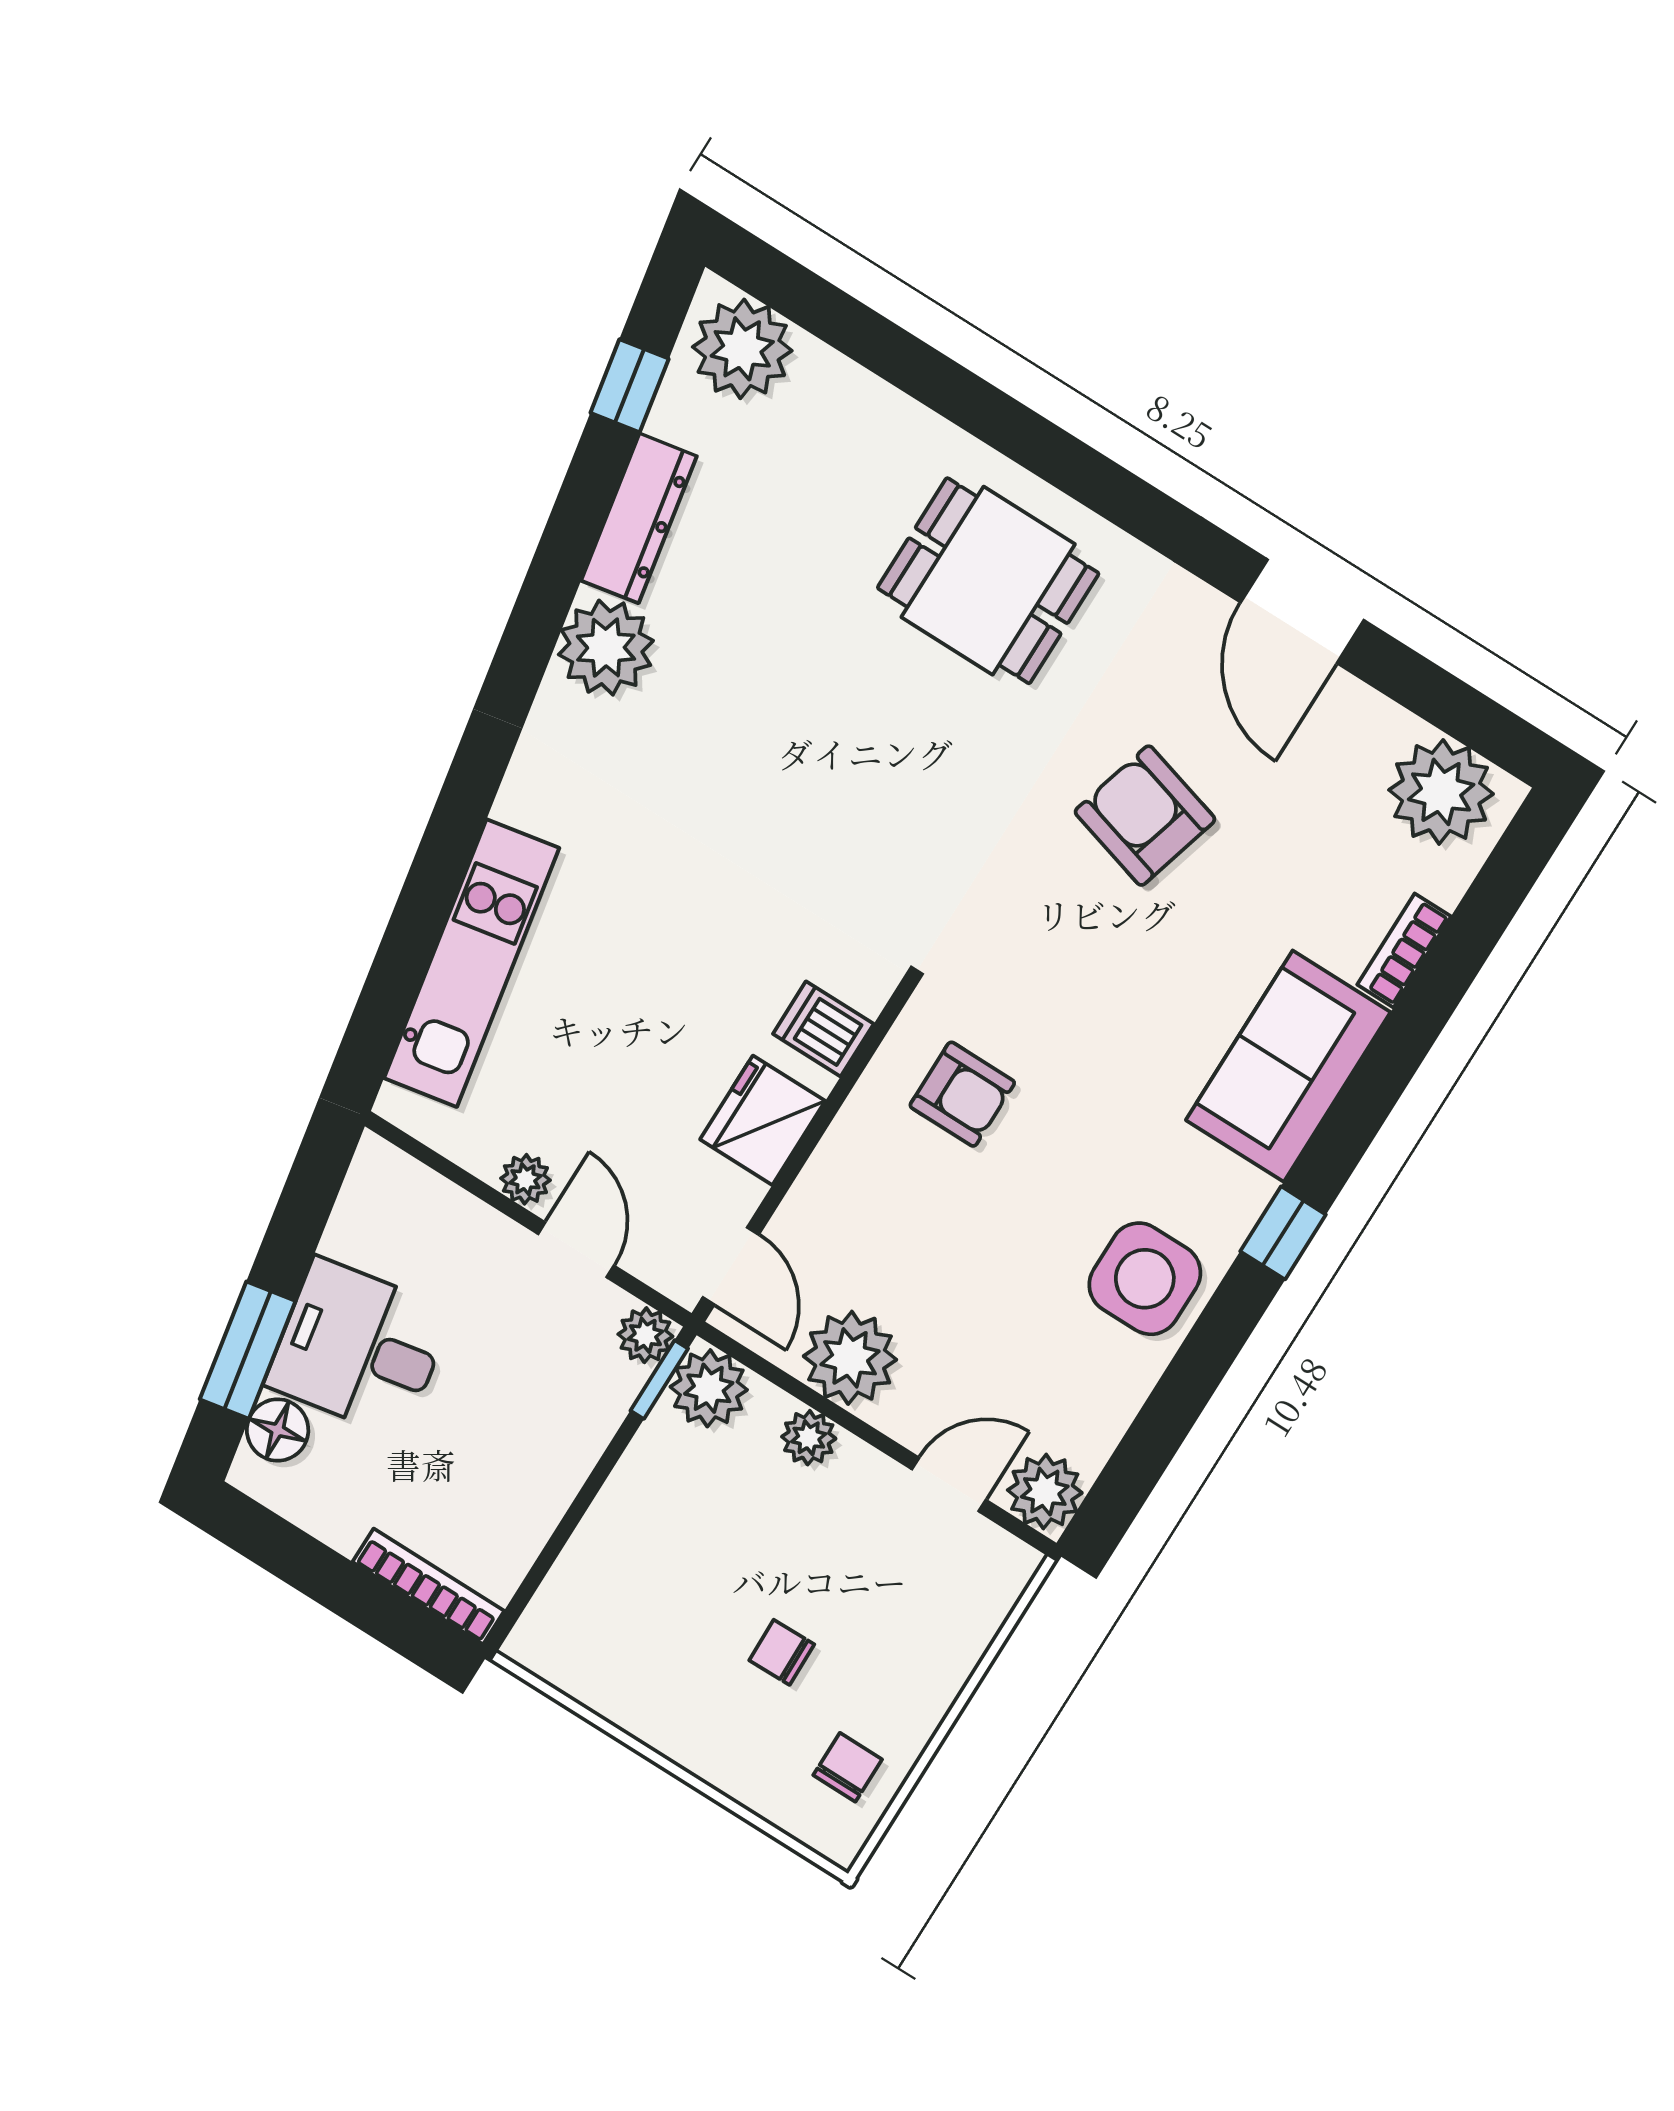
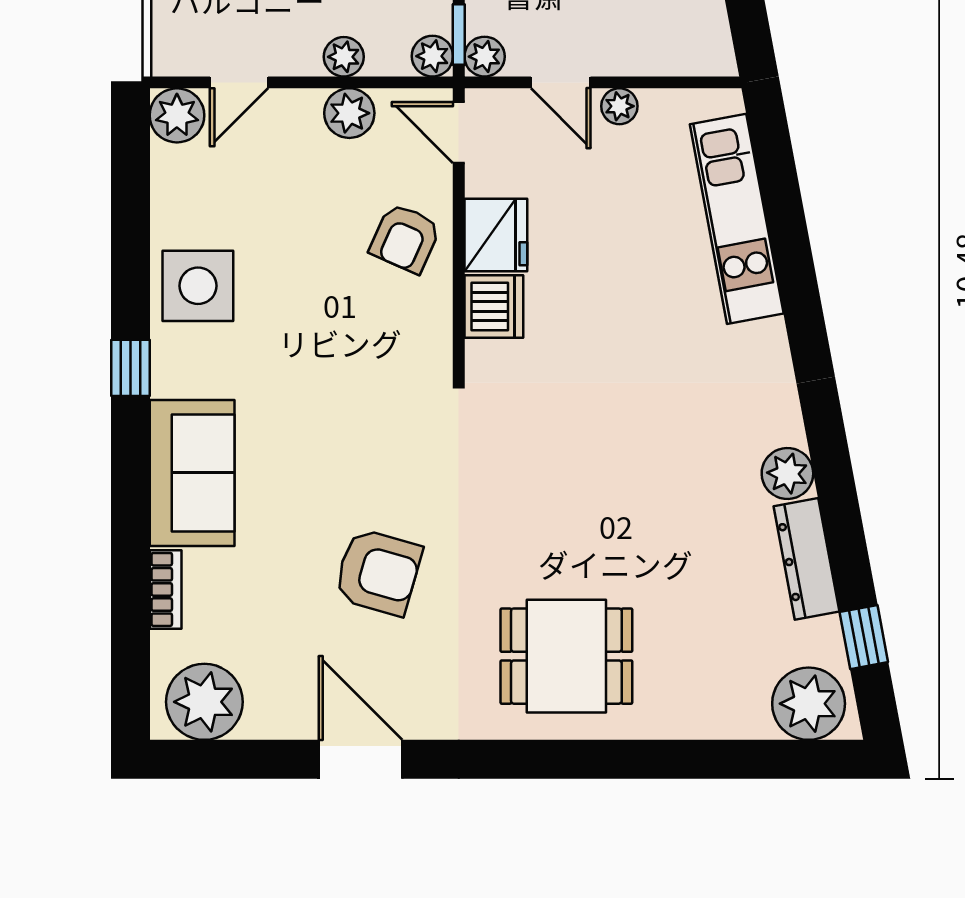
plant: (606, 648) -> (787, 473), width x0.73, depth x0.73
dishwasher: (823, 1029) -> (494, 306), width x1.38
armchair: (962, 1094) -> (405, 238), moved, turned -66
plant: (850, 1358) -> (349, 113), width x0.73, depth x0.73
plant: (709, 1388) -> (432, 56), width x0.73, depth x0.73

